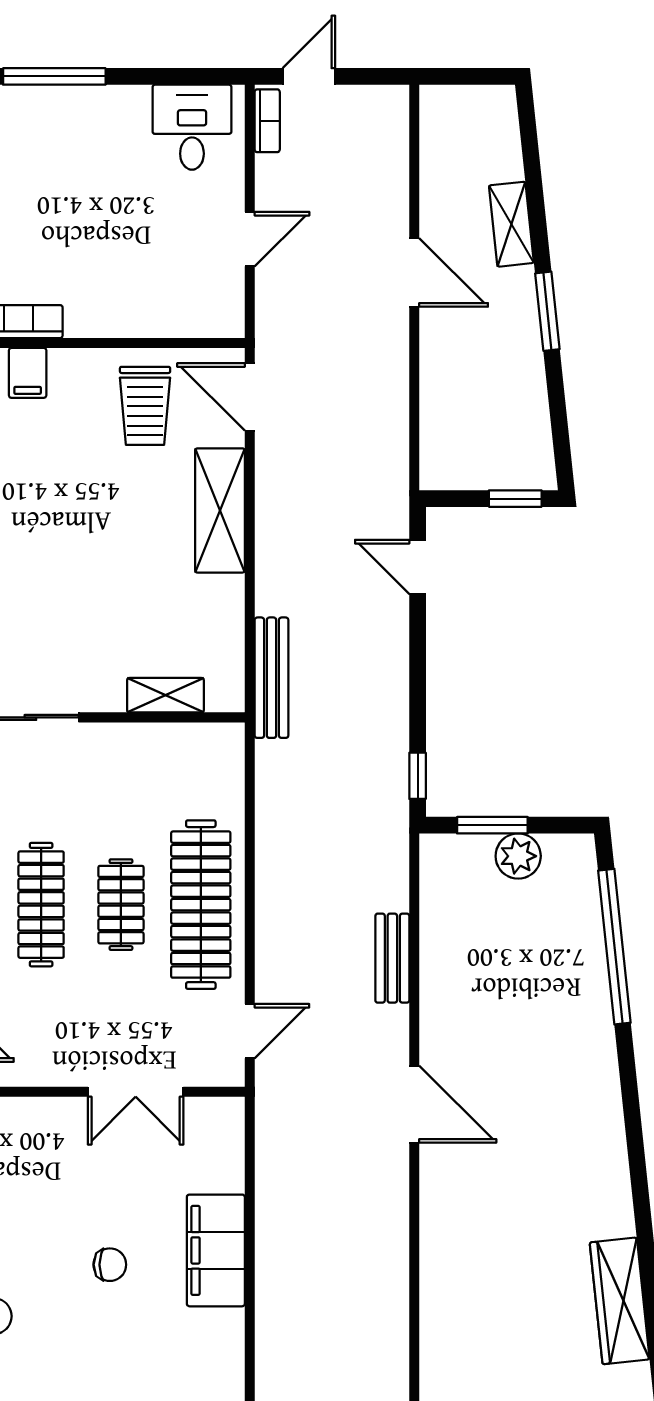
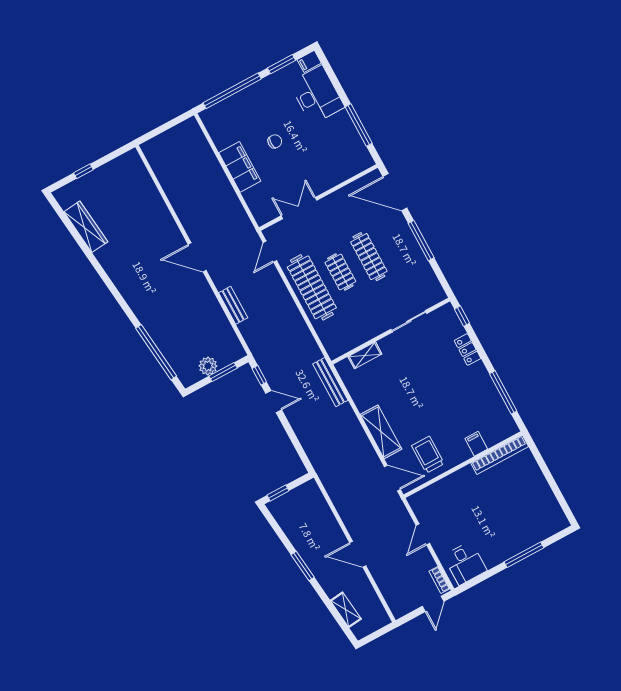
shelving: (511, 224) -> (346, 610), moved
door: (418, 567) -> (274, 402), moved
chair: (110, 1265) -> (275, 141), turned 180

